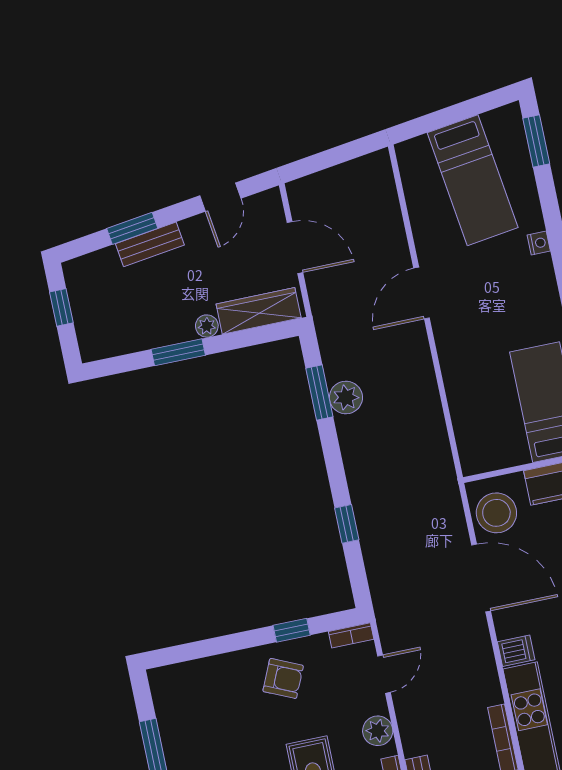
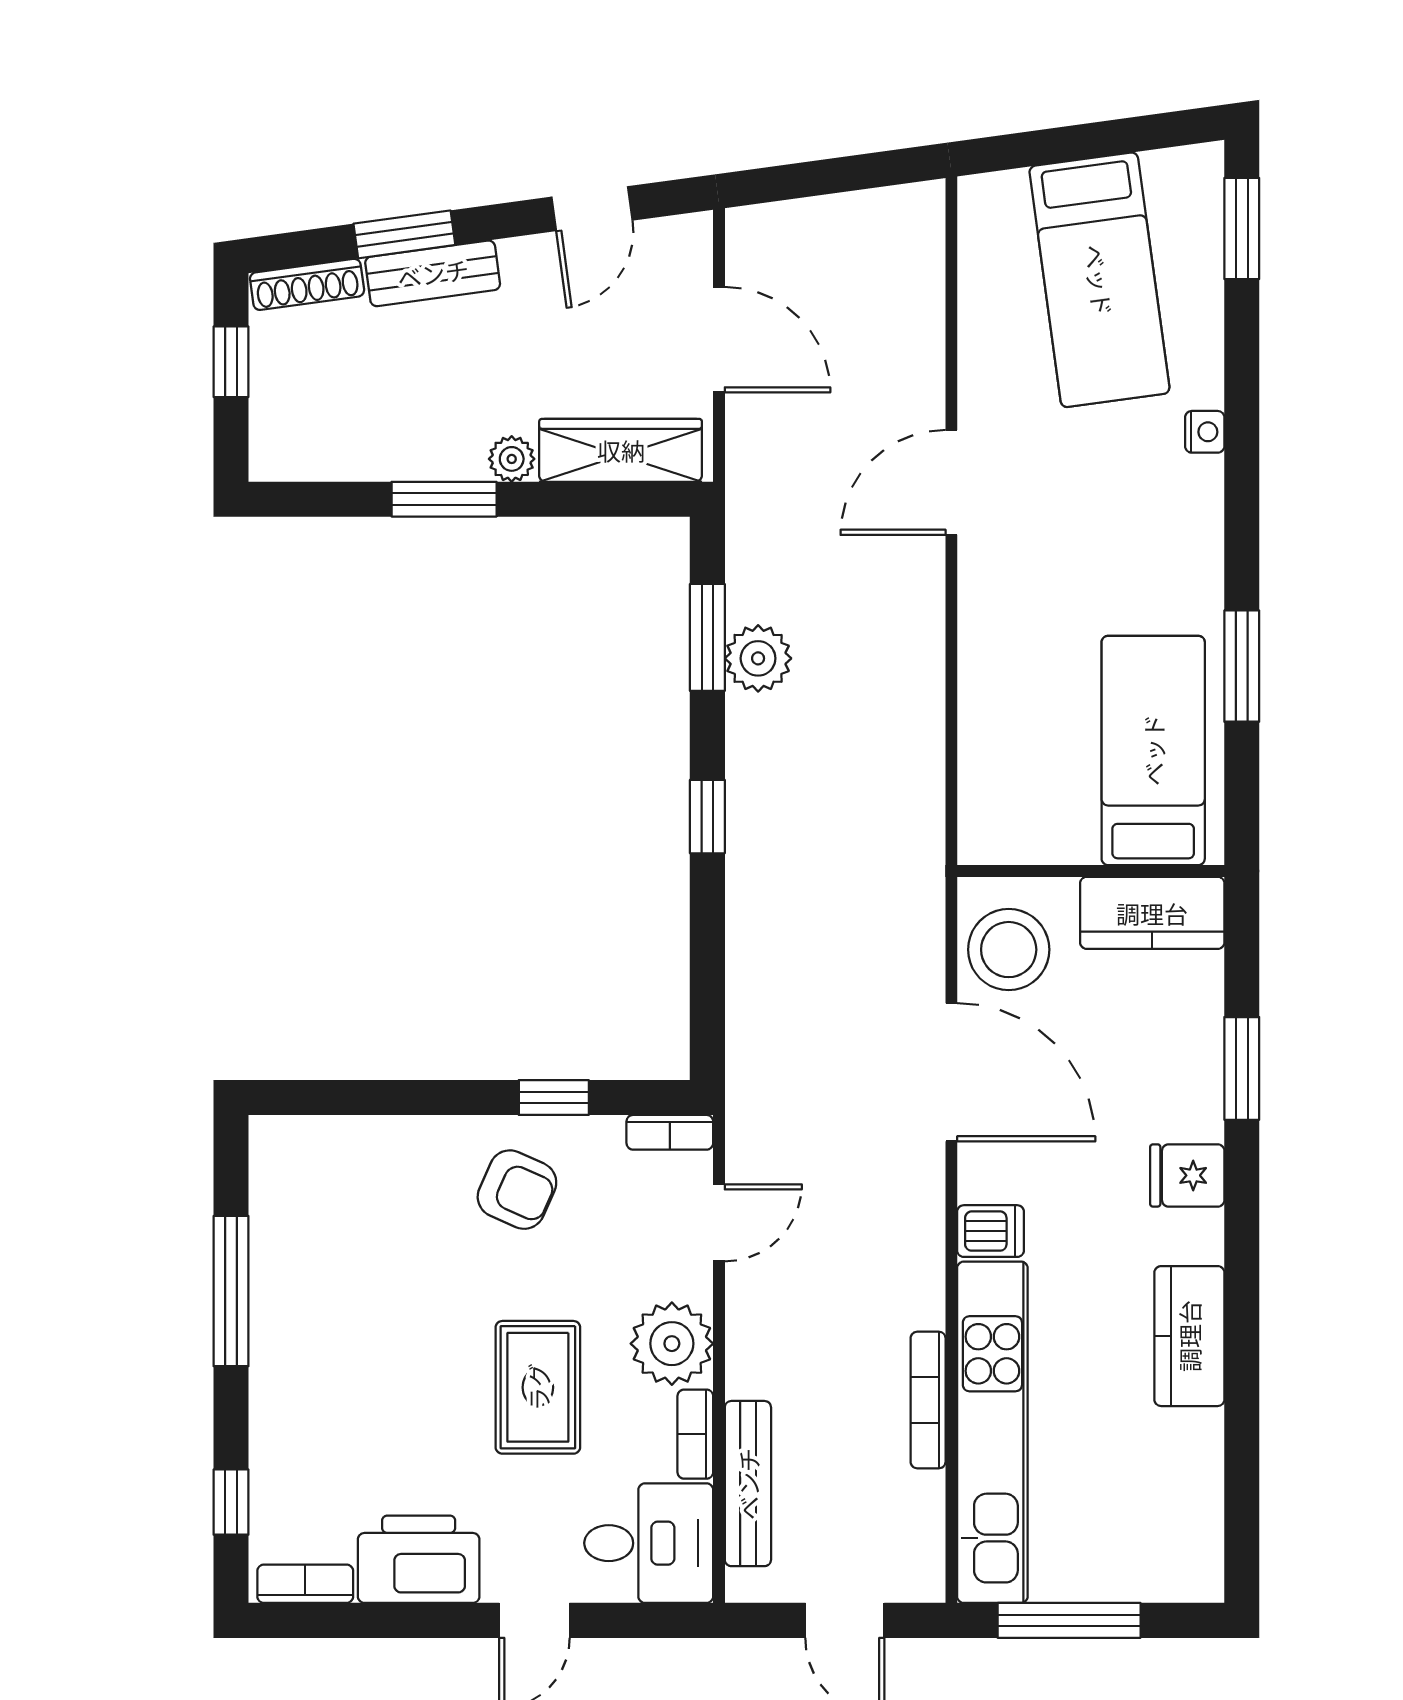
shoe rack: (90, 262) -> (307, 284), added
window: (347, 524) -> (707, 817), moved
plant: (378, 731) -> (672, 1344), width x1.36, depth x1.36

